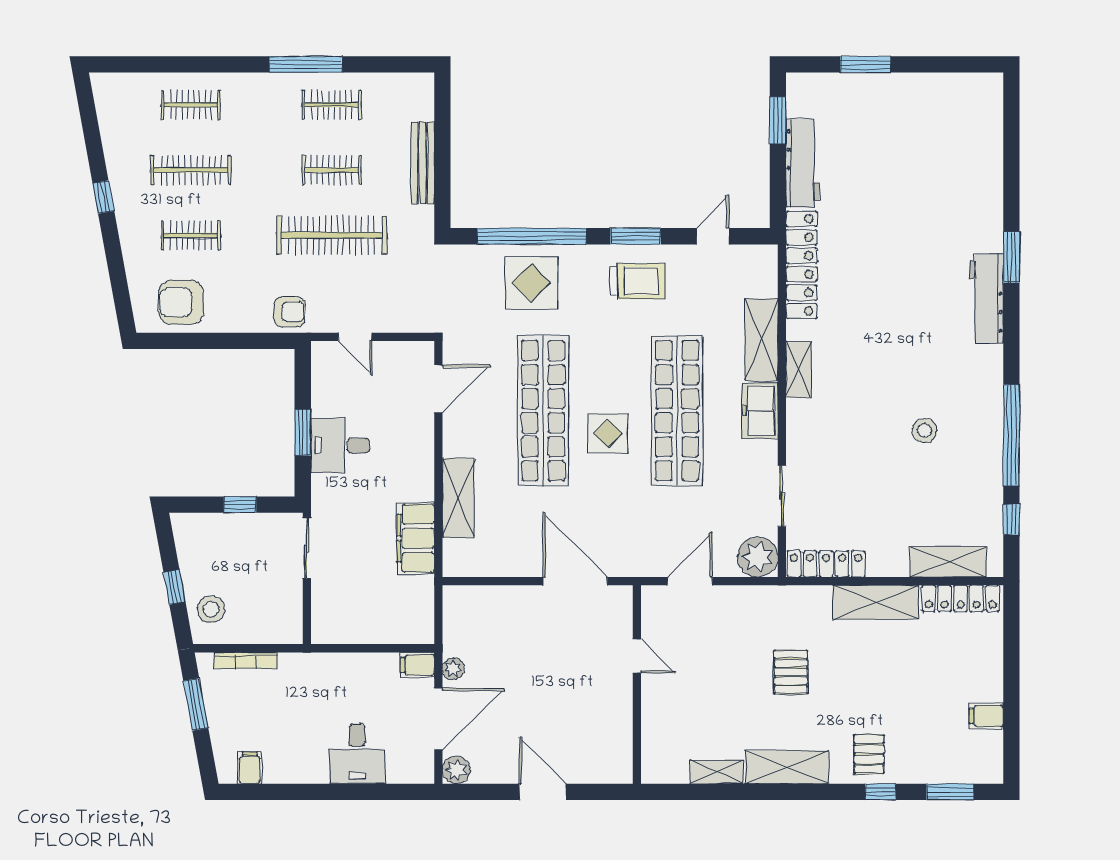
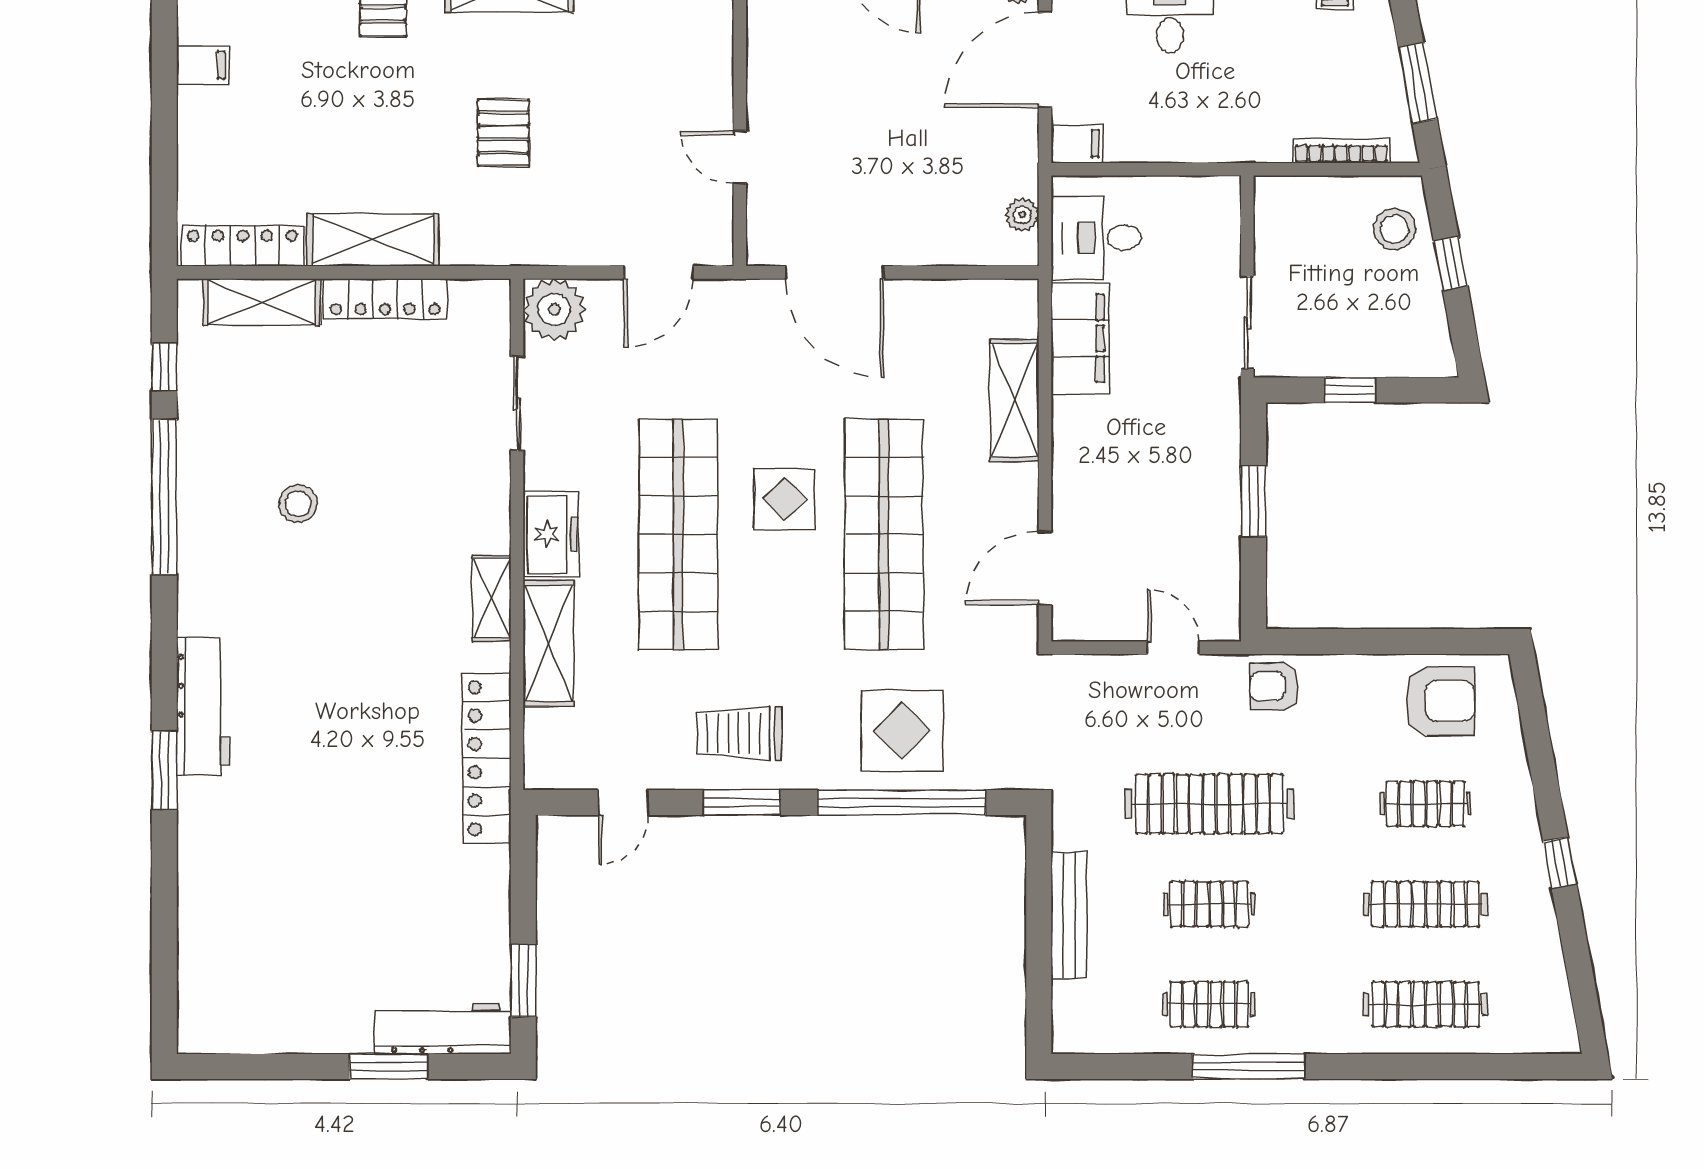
clothes rail: (191, 105) -> (1425, 1004), width x1.36
workbench: (803, 163) -> (443, 1028), moved, turned 90
desk: (340, 445) -> (1096, 238), moved, turned 180
locker: (826, 564) -> (385, 299), moved
plant: (453, 669) -> (1022, 215), moved

